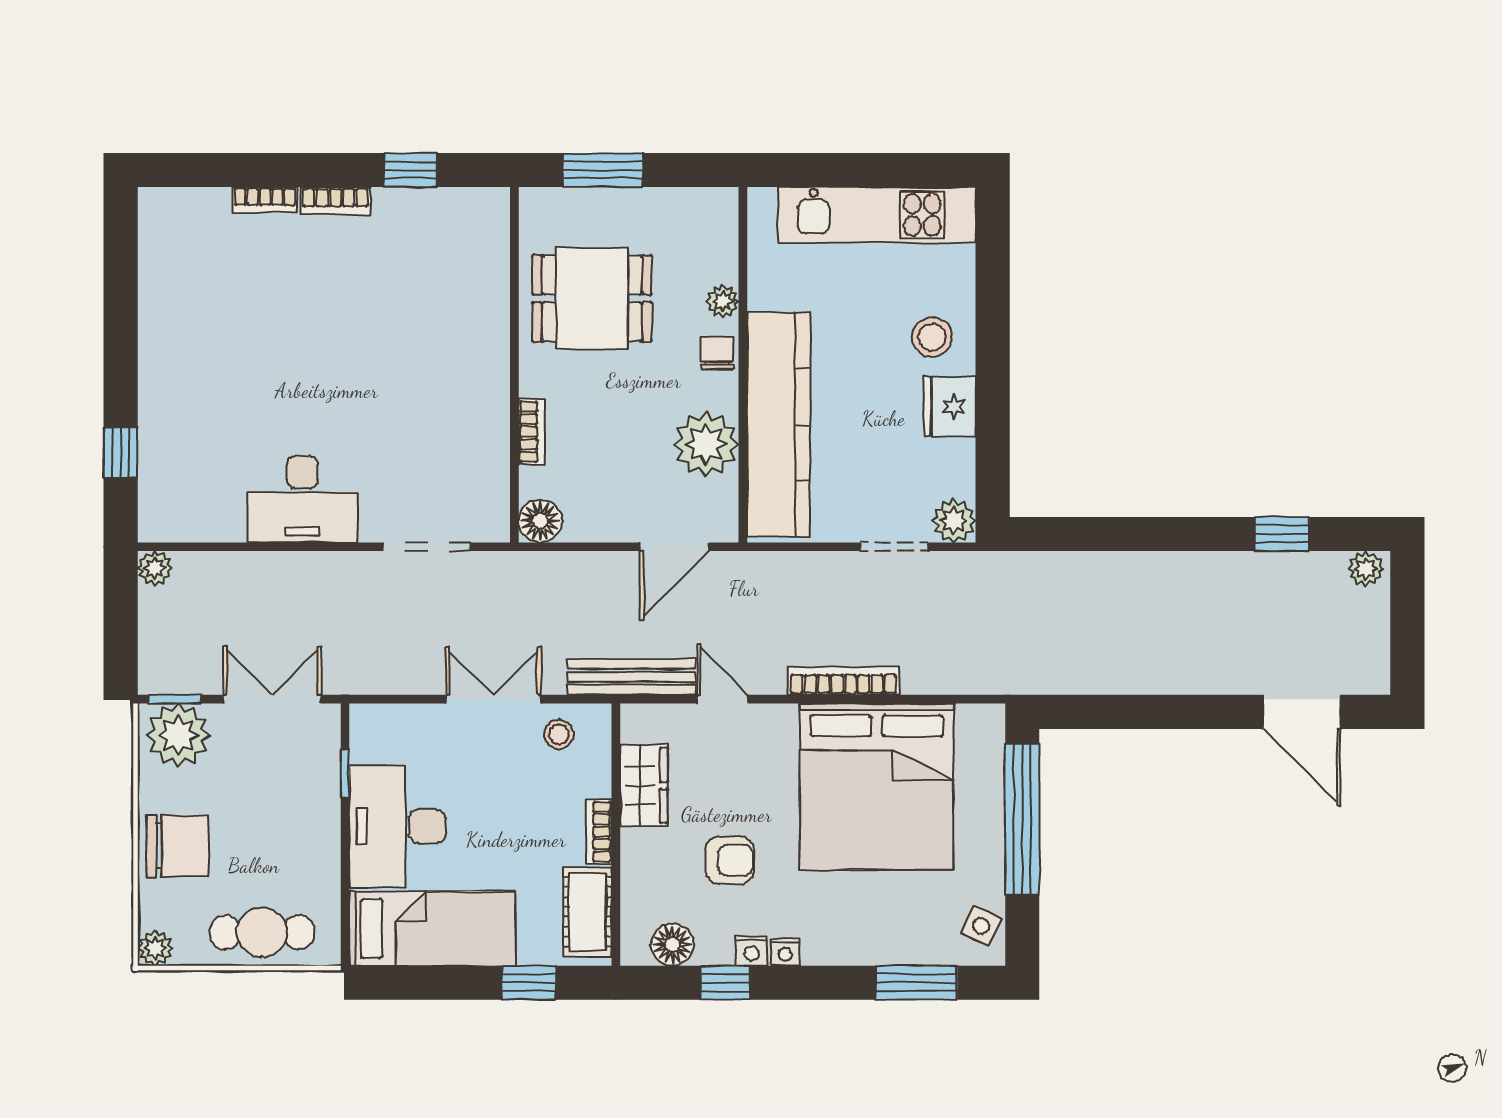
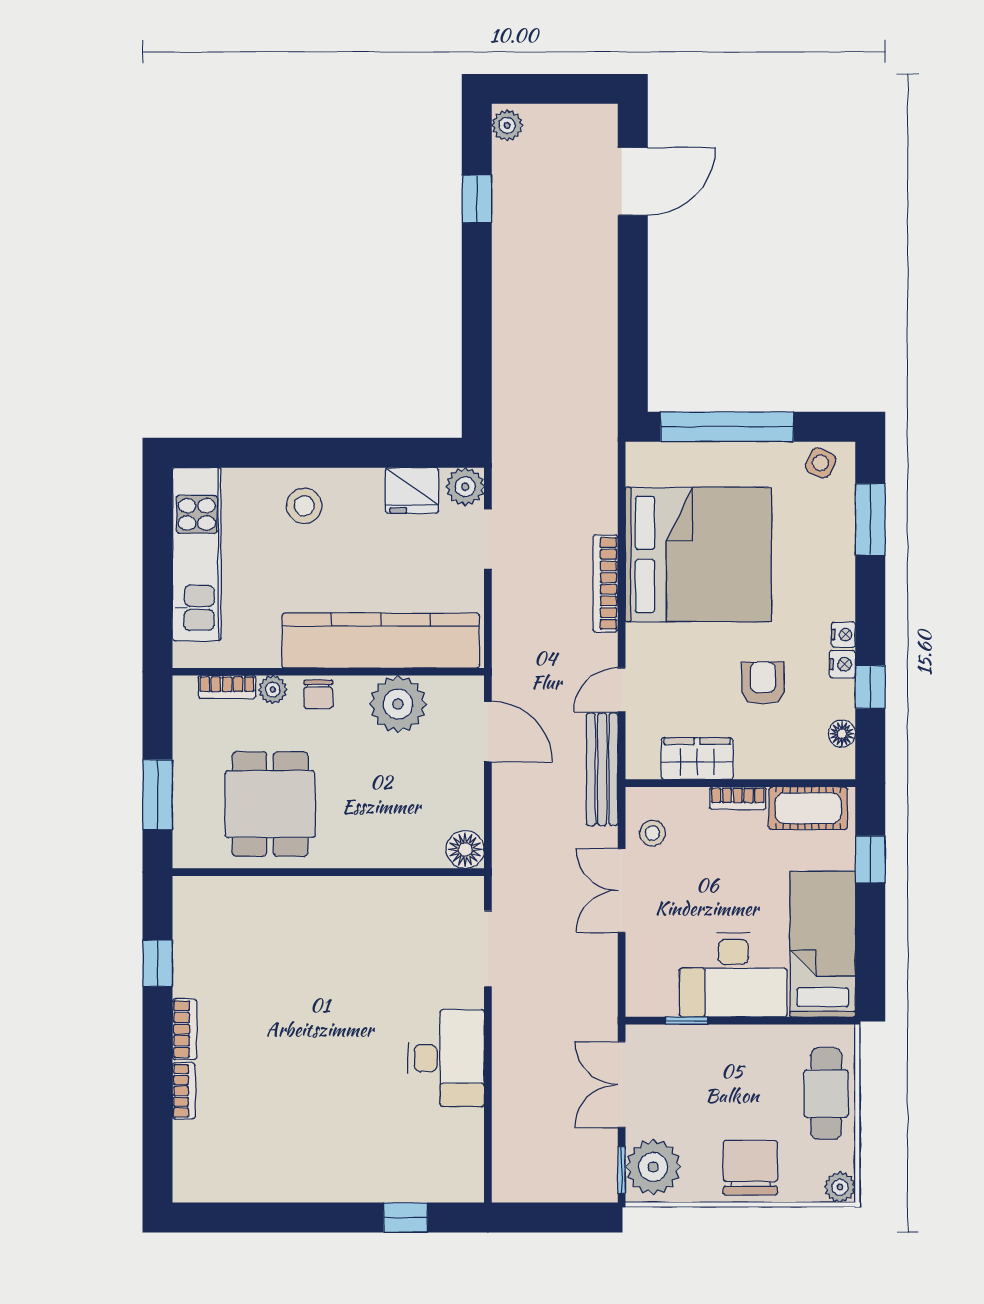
chair: (717, 353) -> (318, 694), turned -90
fridge: (950, 407) -> (412, 490), moved
bookcase: (532, 432) -> (227, 687), moved, turned 180
plant: (155, 568) -> (507, 1188), removed
floor lamp: (672, 945) -> (842, 734), width x0.73, depth x0.73

